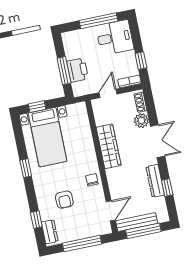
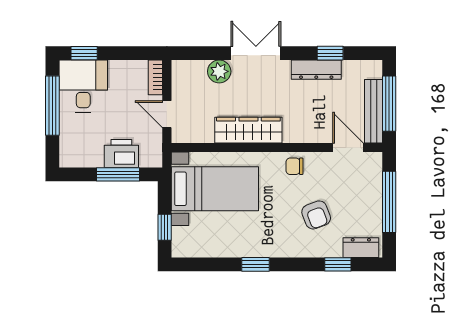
window: (141, 61) -> (84, 53), moved
shoe rack: (140, 102) -> (191, 67), removed
bed with nightstands: (48, 137) -> (215, 189), moved
armchair: (64, 200) -> (316, 215), turned 69

